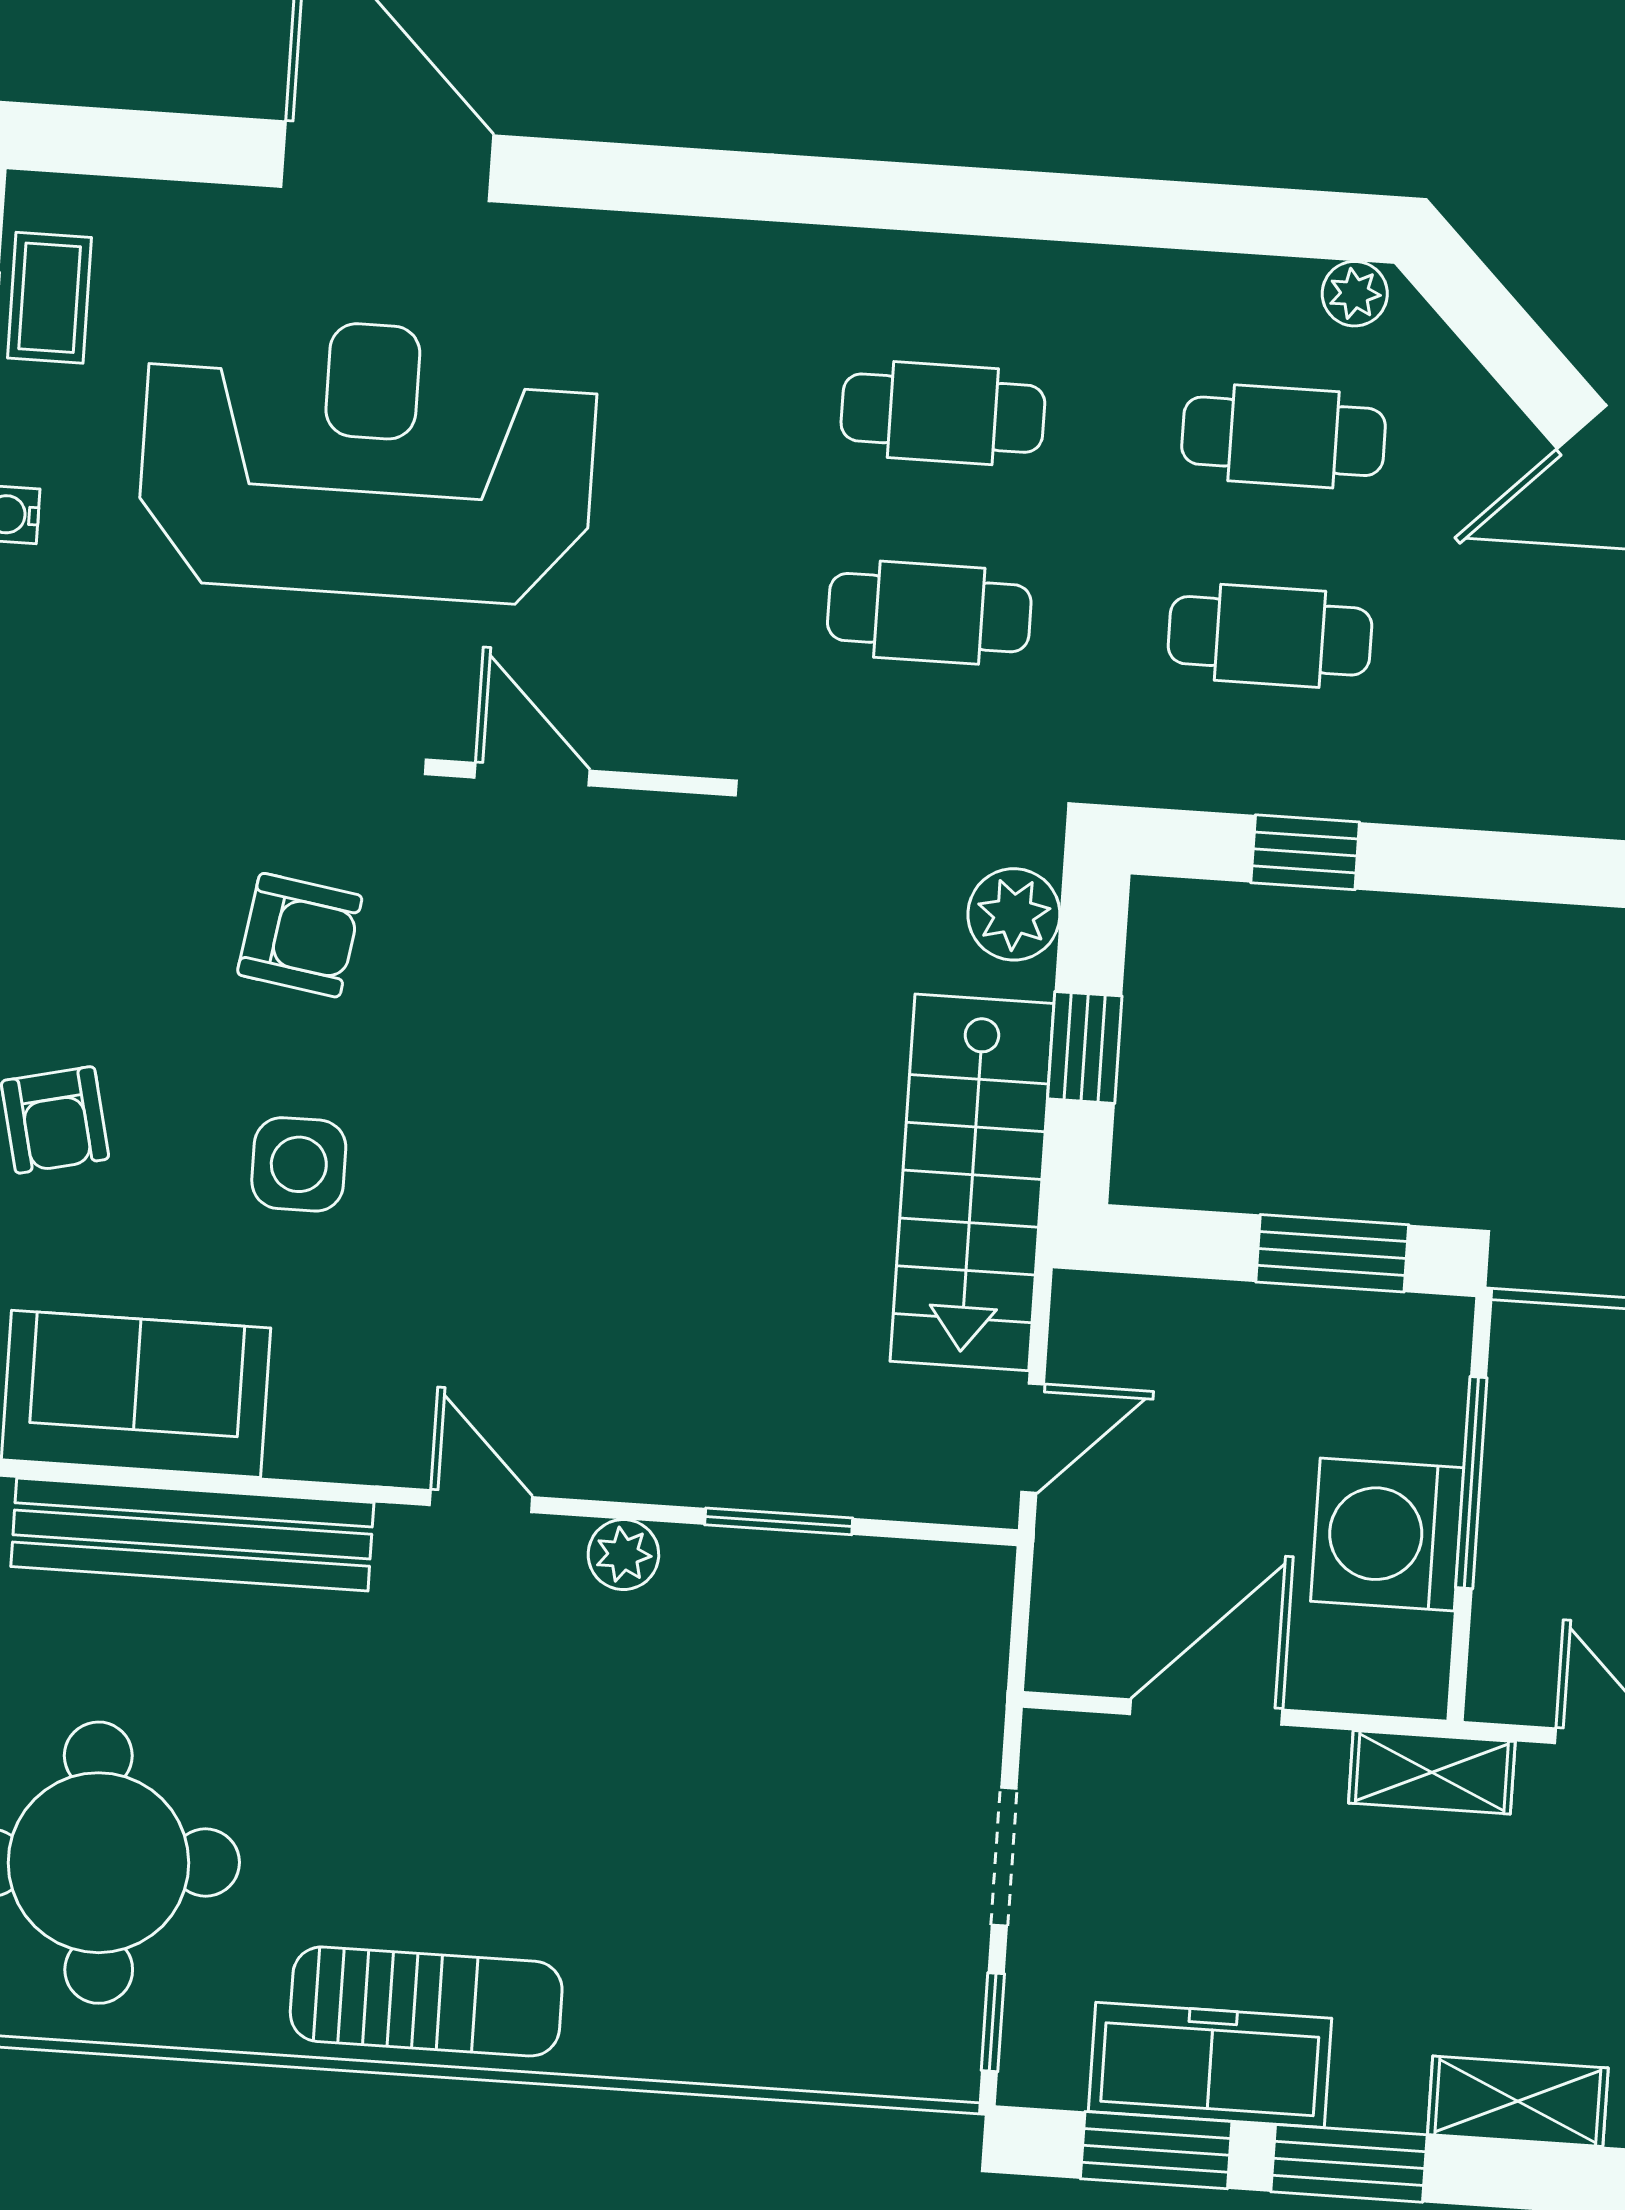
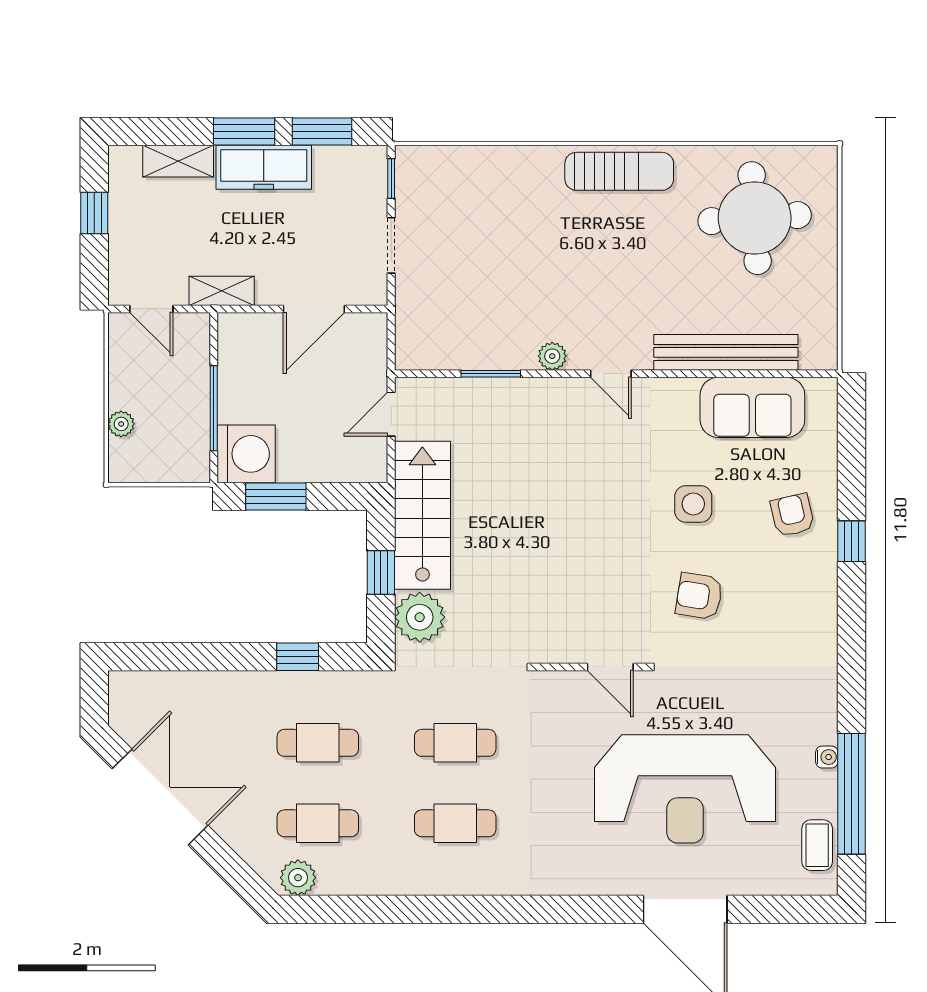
plant: (1355, 294) -> (298, 878), width x1.38, depth x1.38
plant: (1014, 914) -> (420, 617), width x1.36, depth x1.36
washing machine: (1387, 1534) -> (246, 454), moved
sun lounger: (426, 2001) -> (619, 171), turned 180
freezer: (1210, 2065) -> (264, 167), moved

